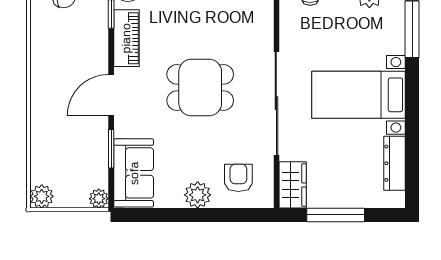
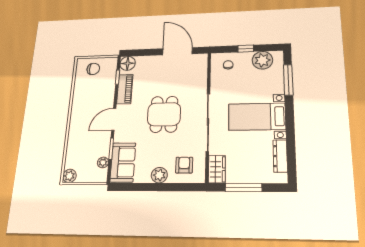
dining table: (200, 88) -> (164, 114), turned 90
plant: (99, 199) -> (103, 162), moved

